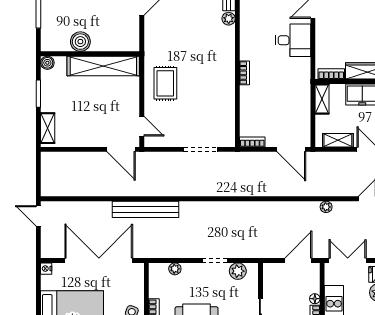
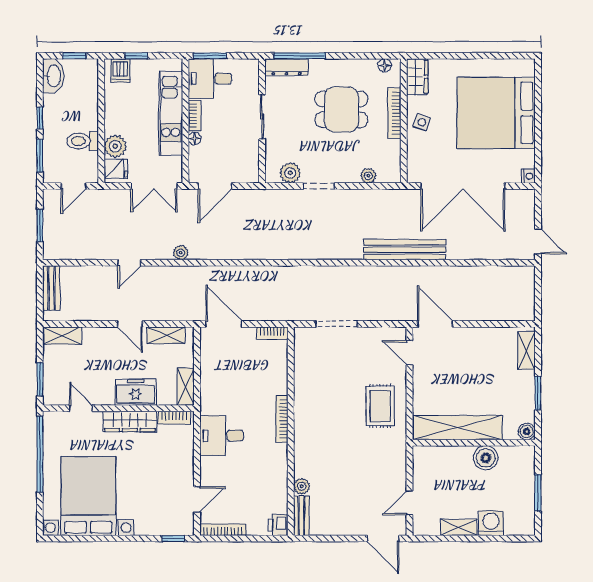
desk: (293, 40) -> (222, 436), moved
bookcase: (244, 73) -> (282, 419), width x1.56

